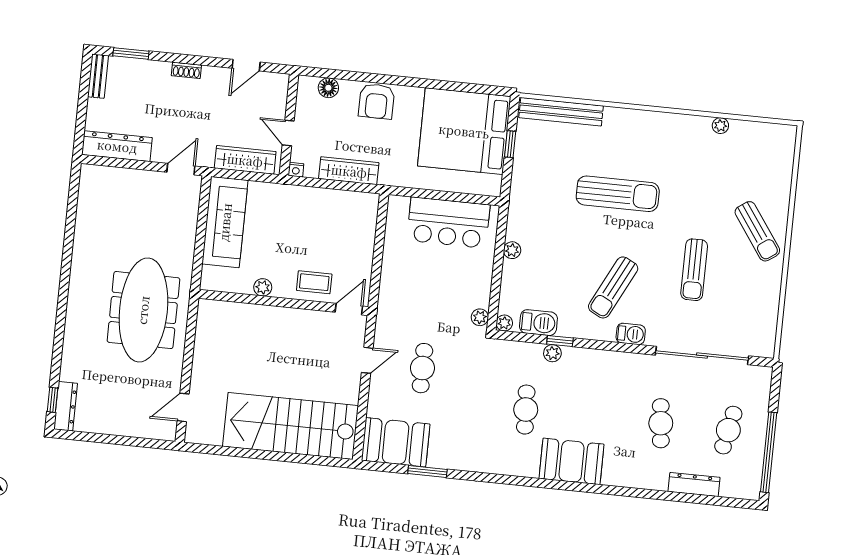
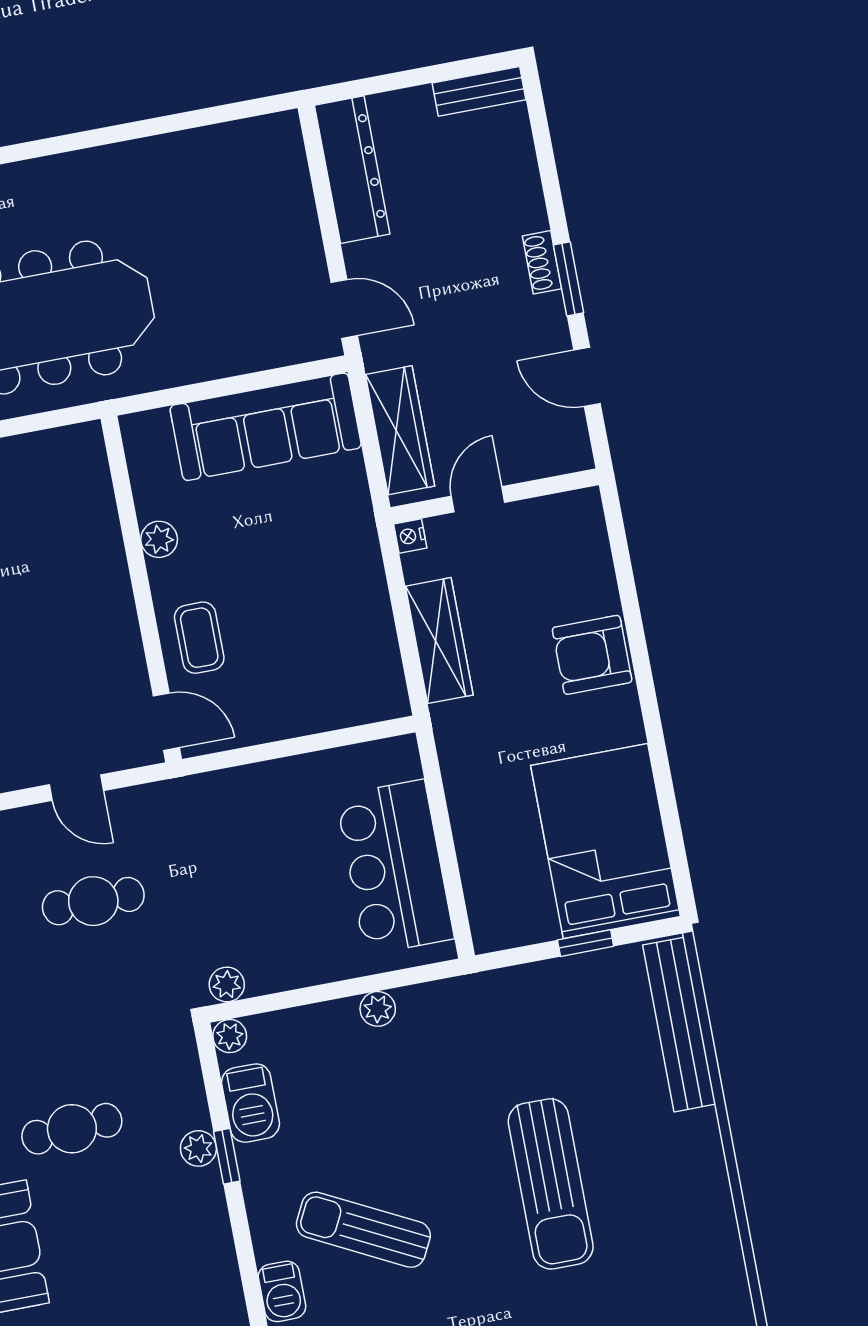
window: (131, 54) -> (569, 279), moved
floor lamp: (328, 88) -> (591, 552), removed
bed: (464, 131) -> (605, 841), width x0.73

